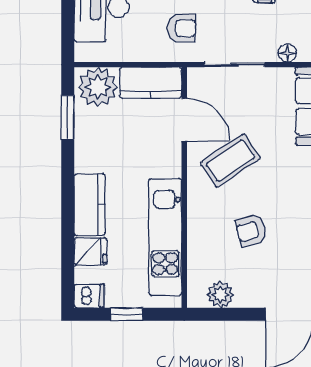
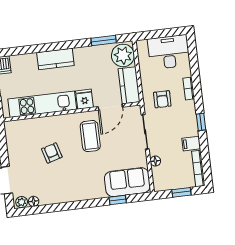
coffee table: (230, 161) -> (90, 136), turned 34
fridge: (91, 251) -> (84, 99), moved, turned 180
plant: (220, 295) -> (13, 140), removed

